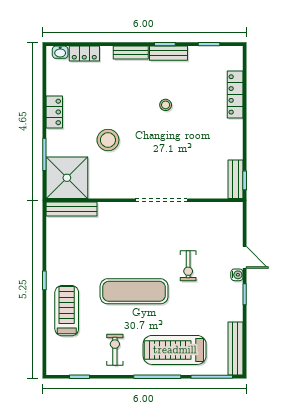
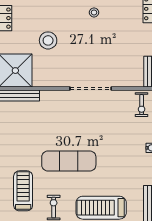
exercise bike: (188, 266) -> (142, 105), moved
treadmill: (67, 311) -> (23, 191), moved

